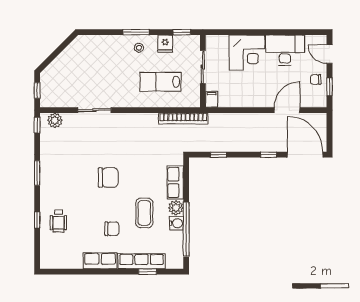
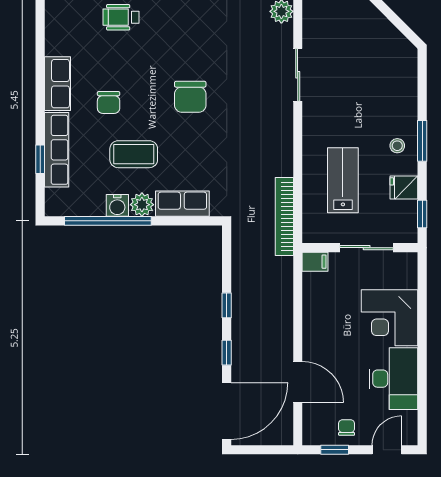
window: (218, 155) -> (227, 305), moved

